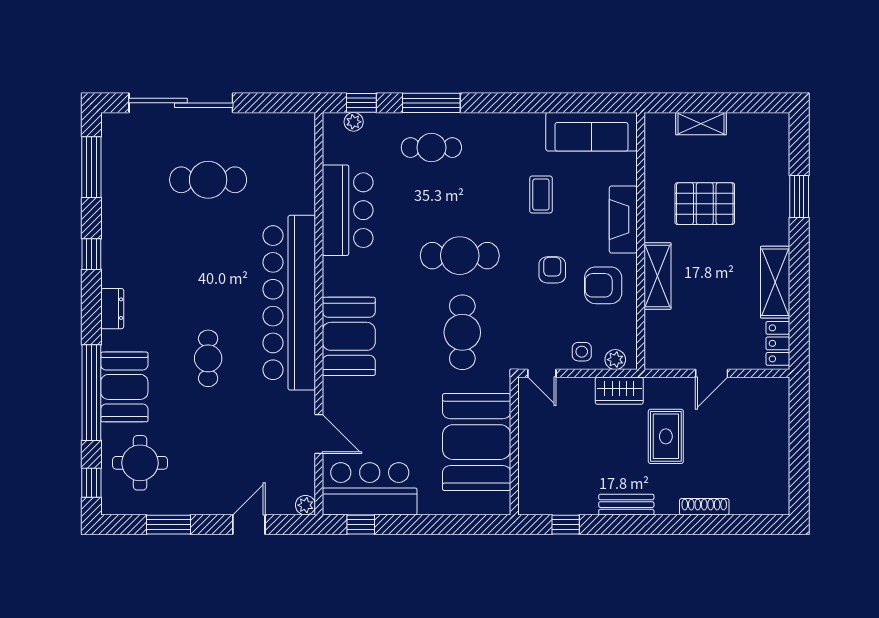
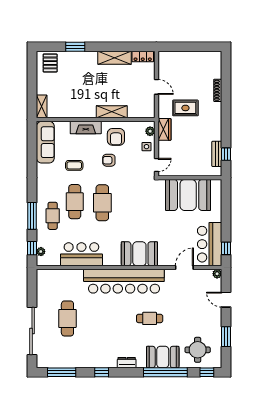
shelving: (701, 124) -> (42, 106), moved
pallet: (705, 204) -> (50, 63), moved, width x0.67, depth x0.71
cafe table: (462, 332) -> (75, 202), moved, turned 90
bench: (626, 505) -> (217, 154), moved

